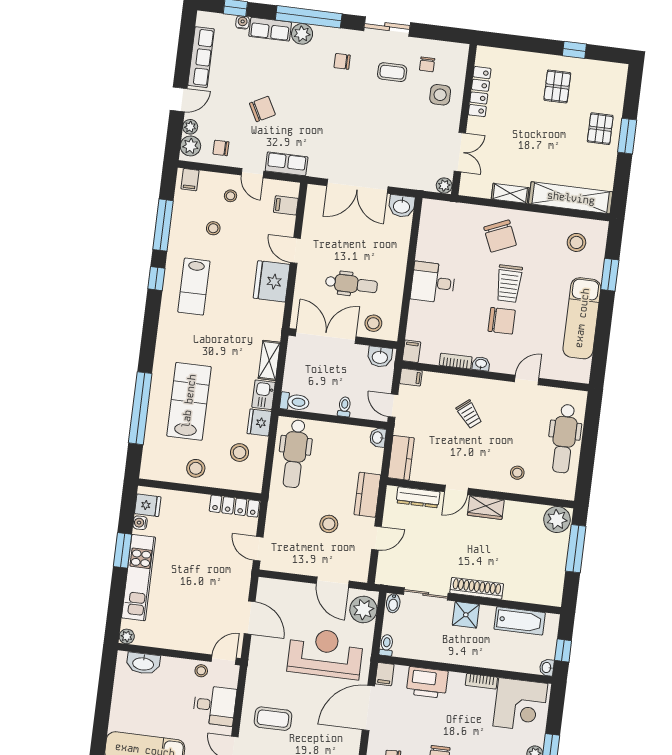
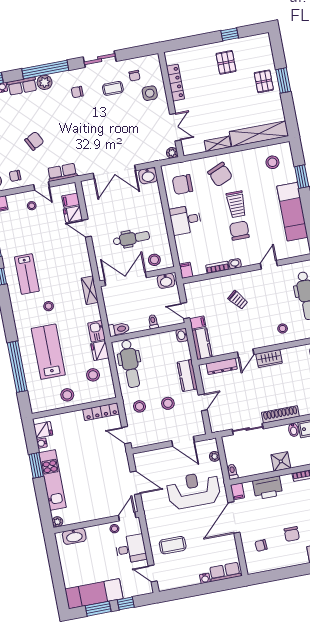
stool: (213, 228) -> (49, 306), moved
chair: (445, 233) -> (183, 184), added
fridge: (272, 281) -> (73, 214), moved, width x0.53, depth x0.75
chair: (502, 321) -> (239, 231), turned -90
shelving: (269, 360) -> (90, 290), moved
filing cabinet: (411, 377) -> (198, 322), moved
stool: (289, 516) -> (139, 406), added
bidet: (393, 603) -> (293, 430), moved
plant: (363, 609) -> (215, 456), width x0.53, depth x0.53
shower: (466, 615) -> (281, 461), moved

